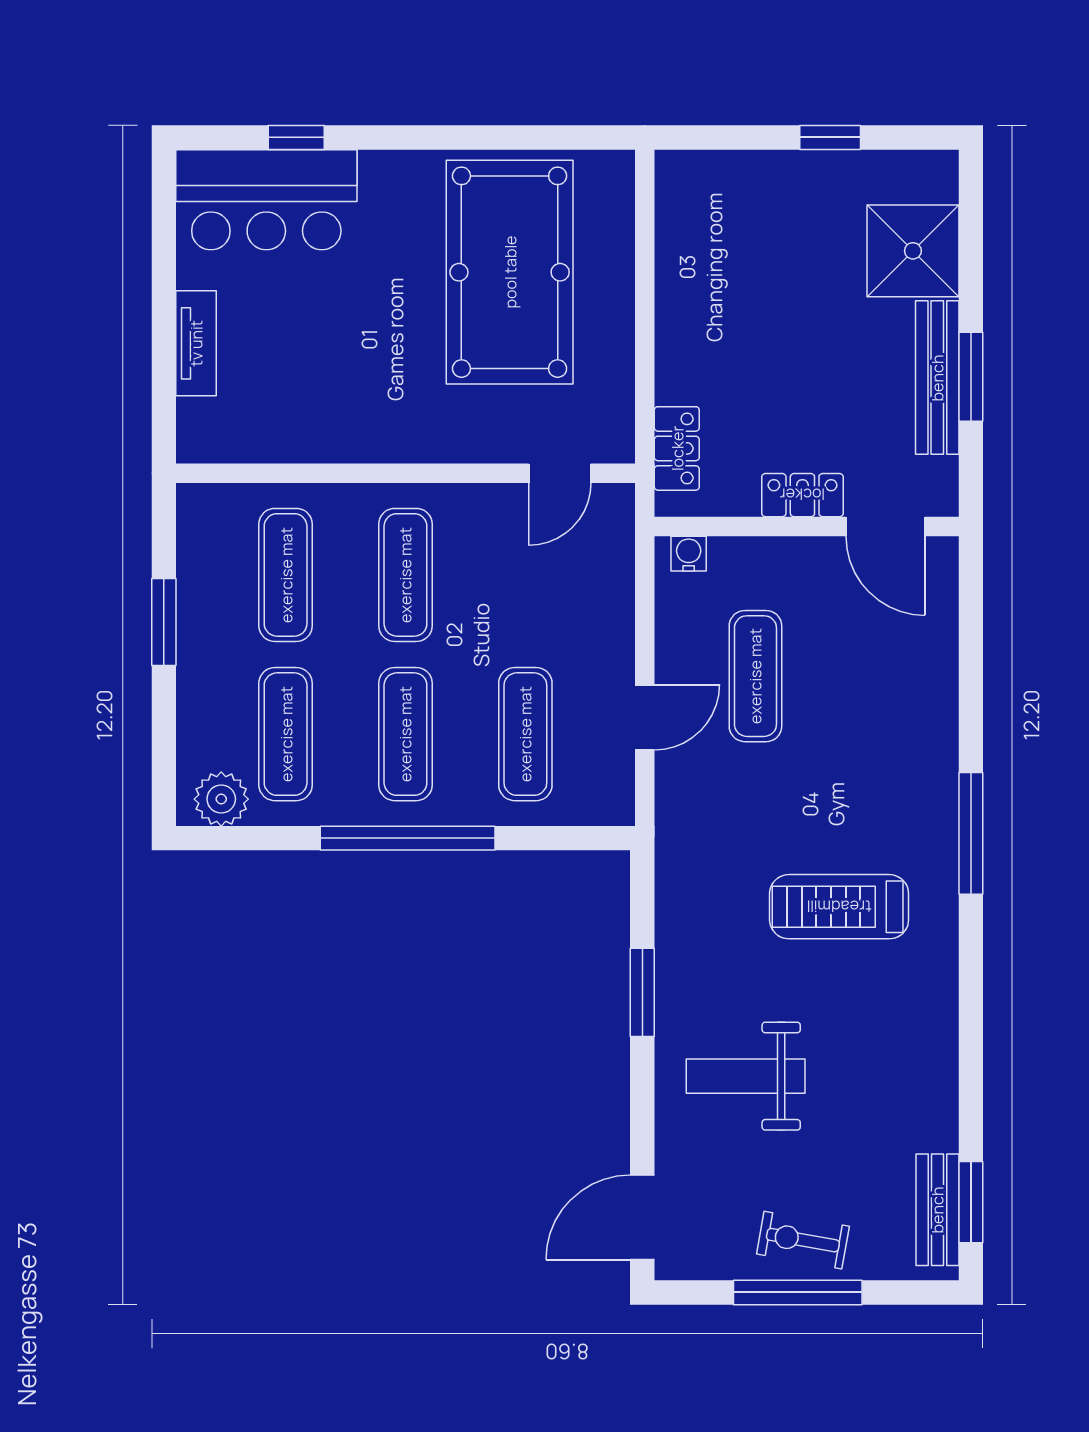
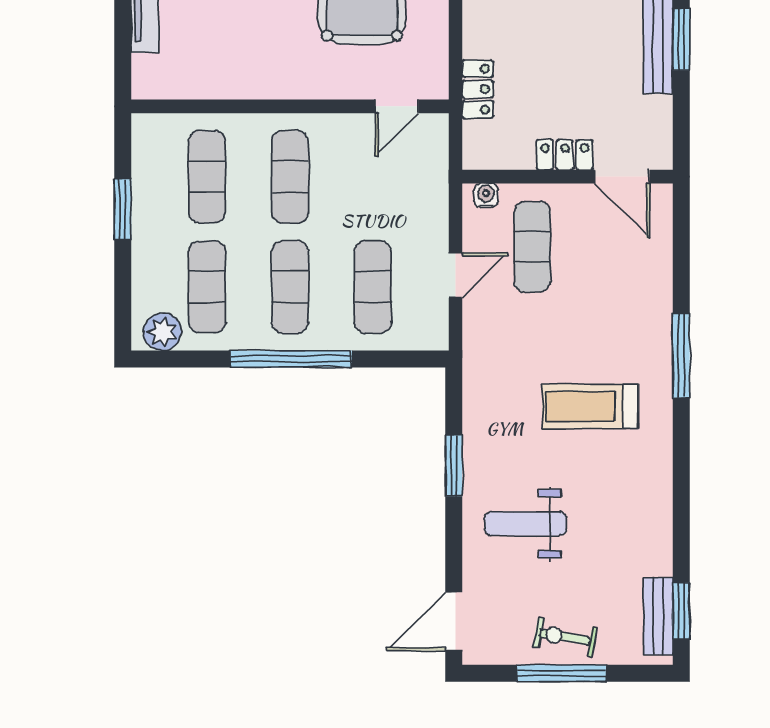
locker: (802, 495) -> (565, 155), moved
wall: (807, 526) -> (568, 177), moved
door: (885, 526) -> (622, 177), moved
water cooler: (689, 554) -> (486, 195), moved

